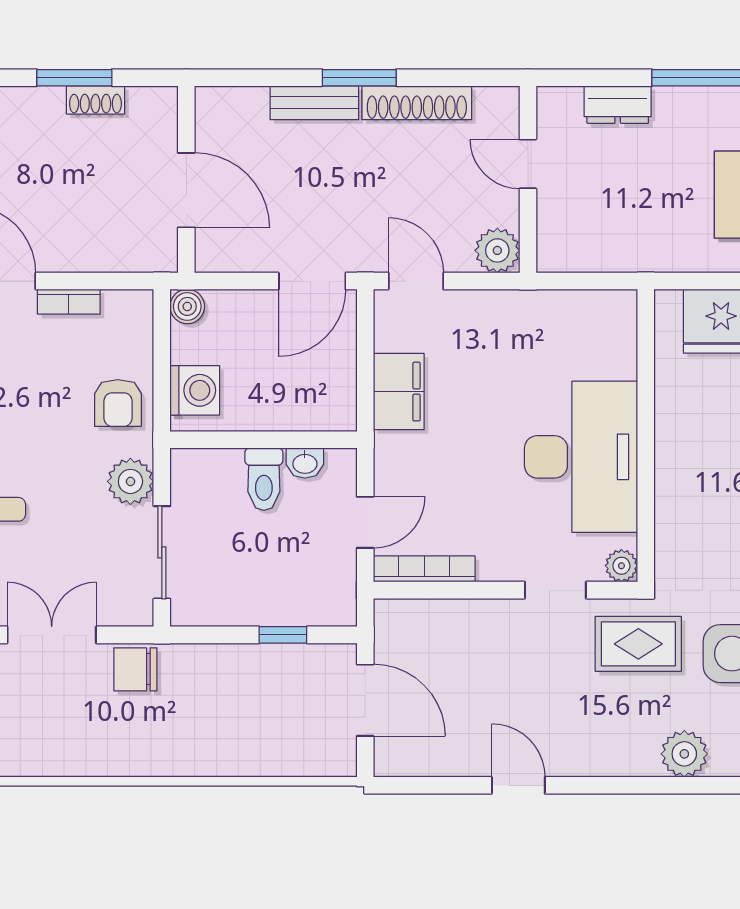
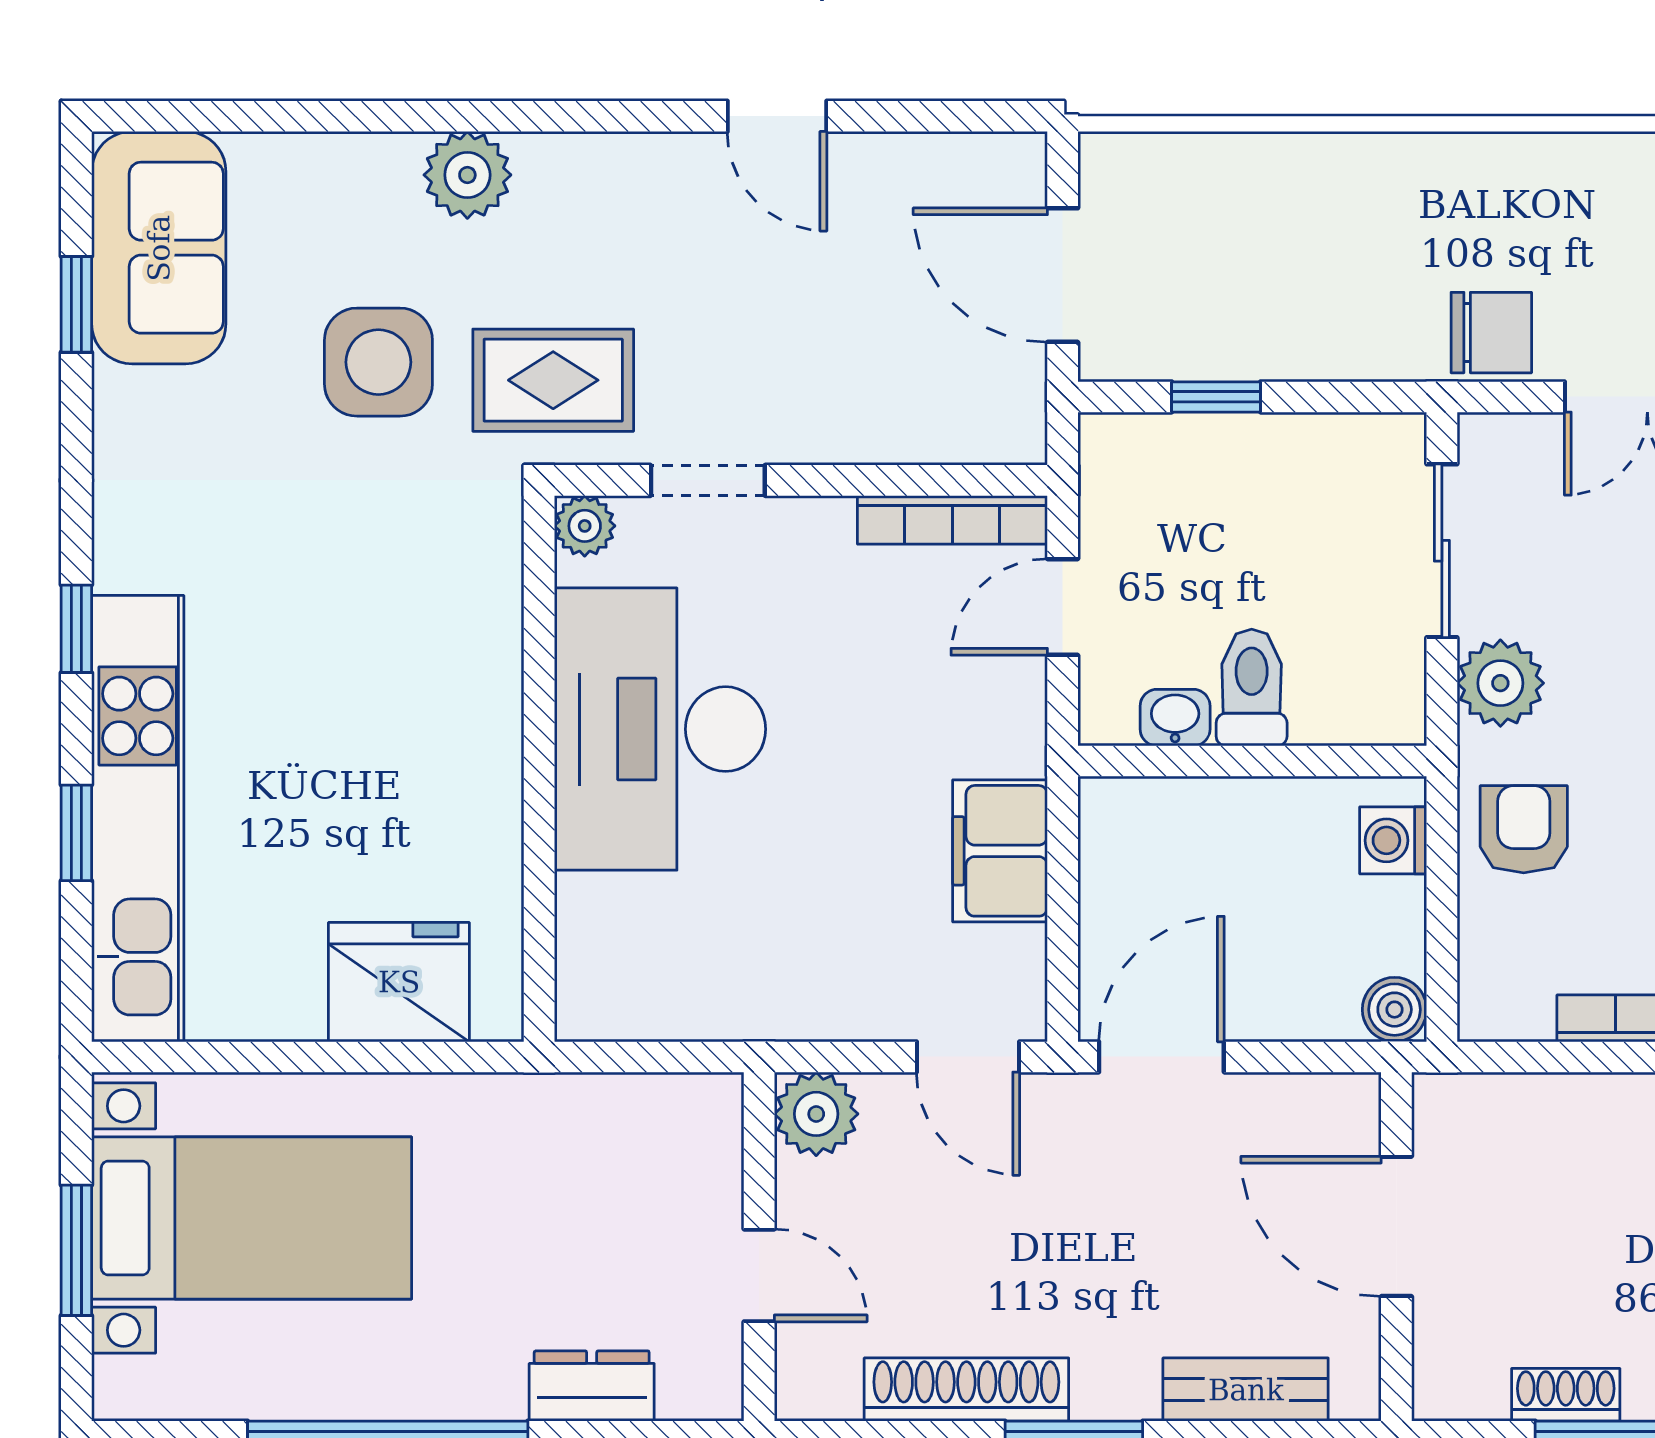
bench: (314, 103) -> (1246, 1390), moved
washing machine: (195, 390) -> (1393, 840), width x0.73, depth x0.73

